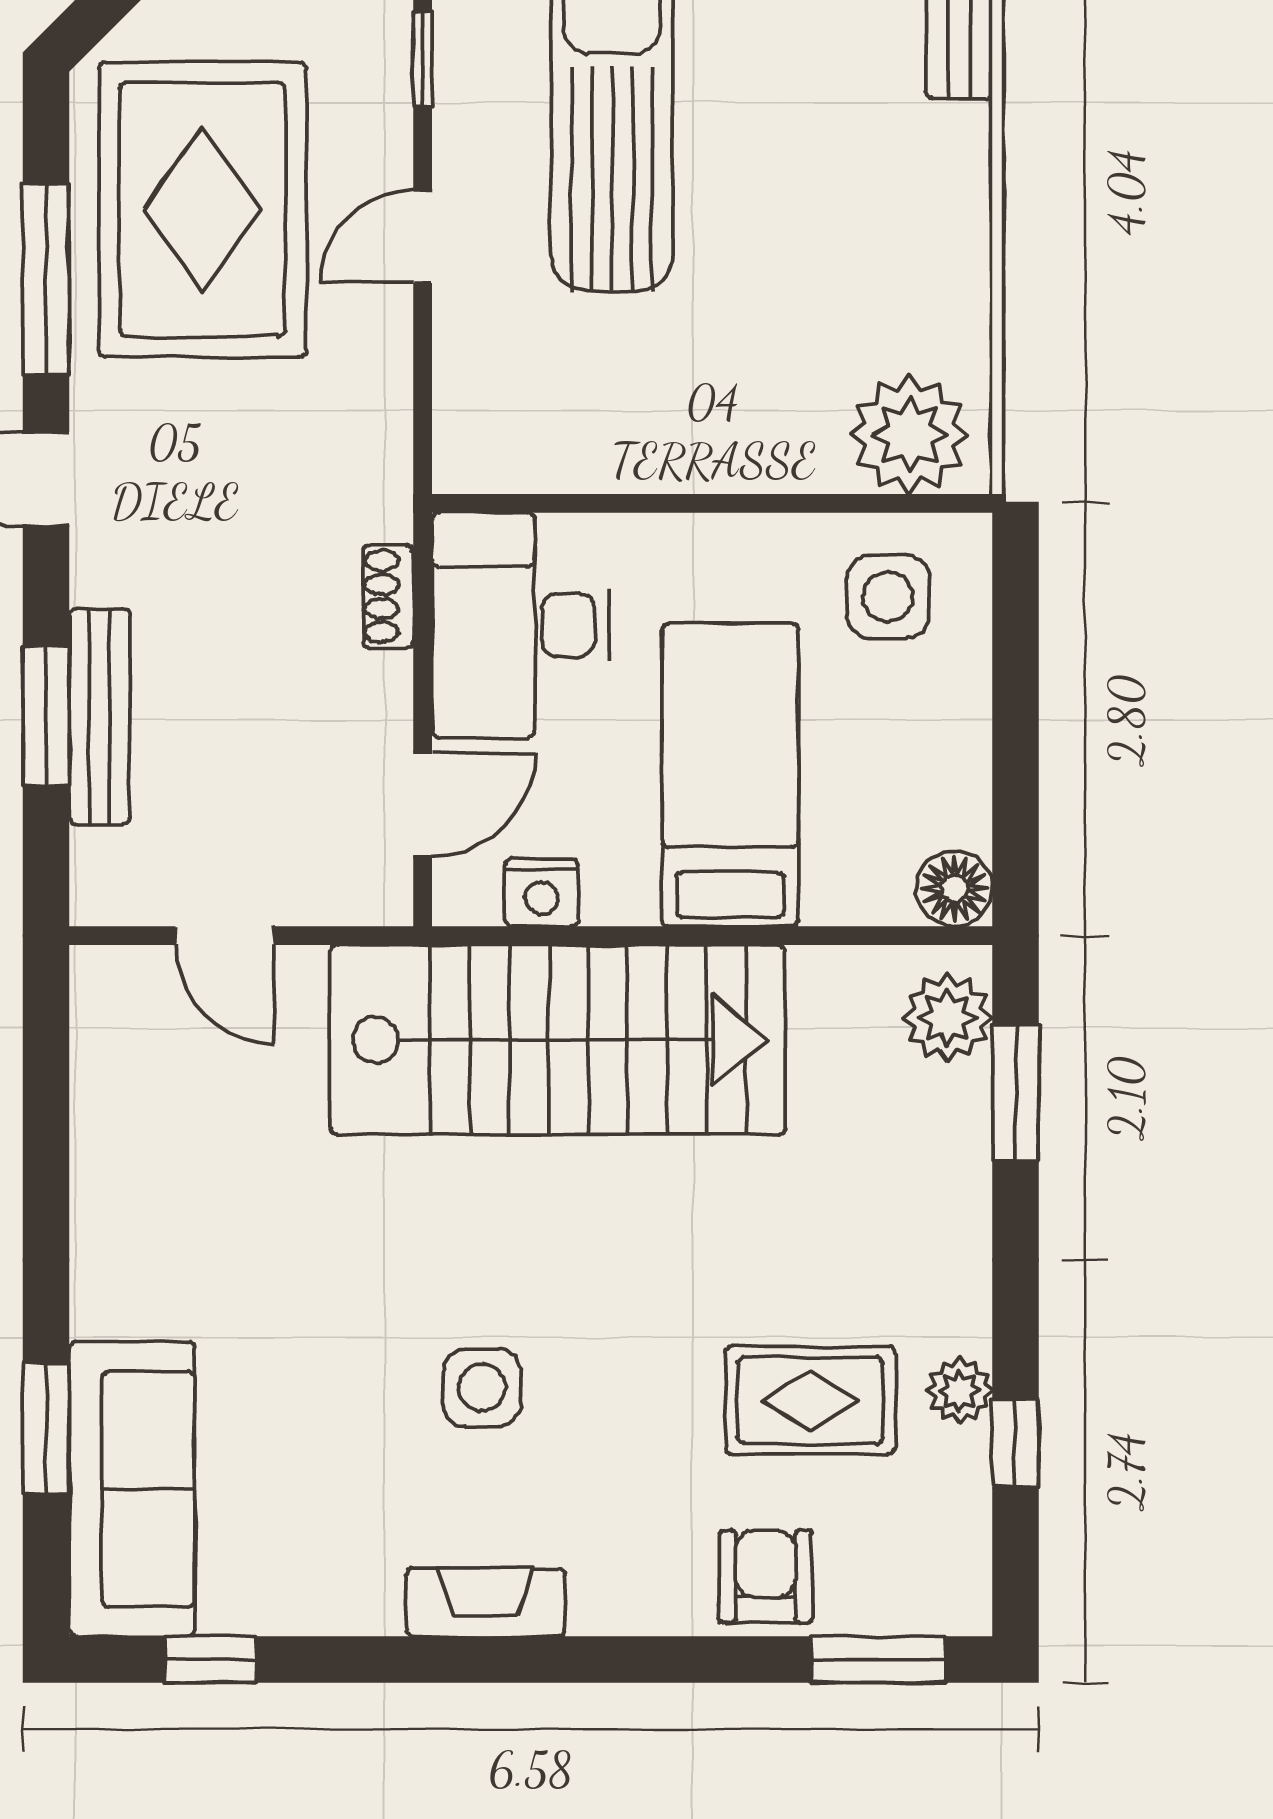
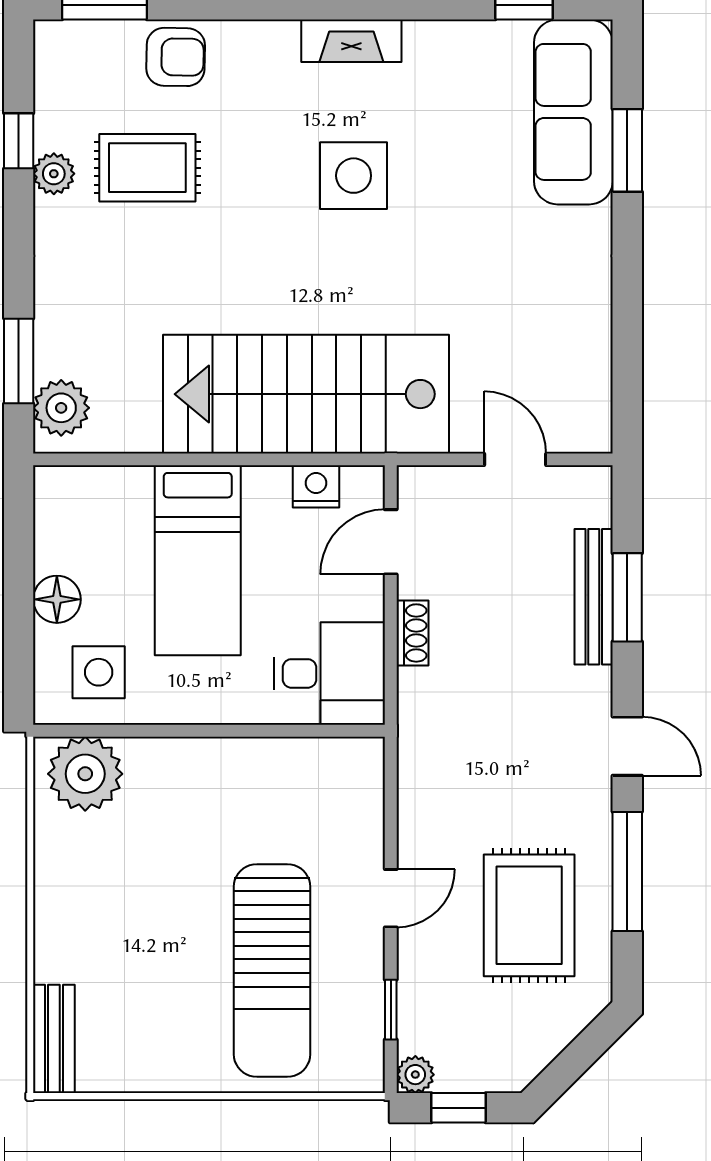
rug: (202, 209) -> (529, 915), width x0.73, depth x0.69
shoe rack: (388, 596) -> (412, 633), moved
desk: (520, 625) -> (329, 673), width x0.73
floor lamp: (955, 889) -> (57, 599), moved
side table: (482, 1388) -> (354, 176), width x1.37, depth x1.37
armchair: (765, 1577) -> (176, 57), turned -89

